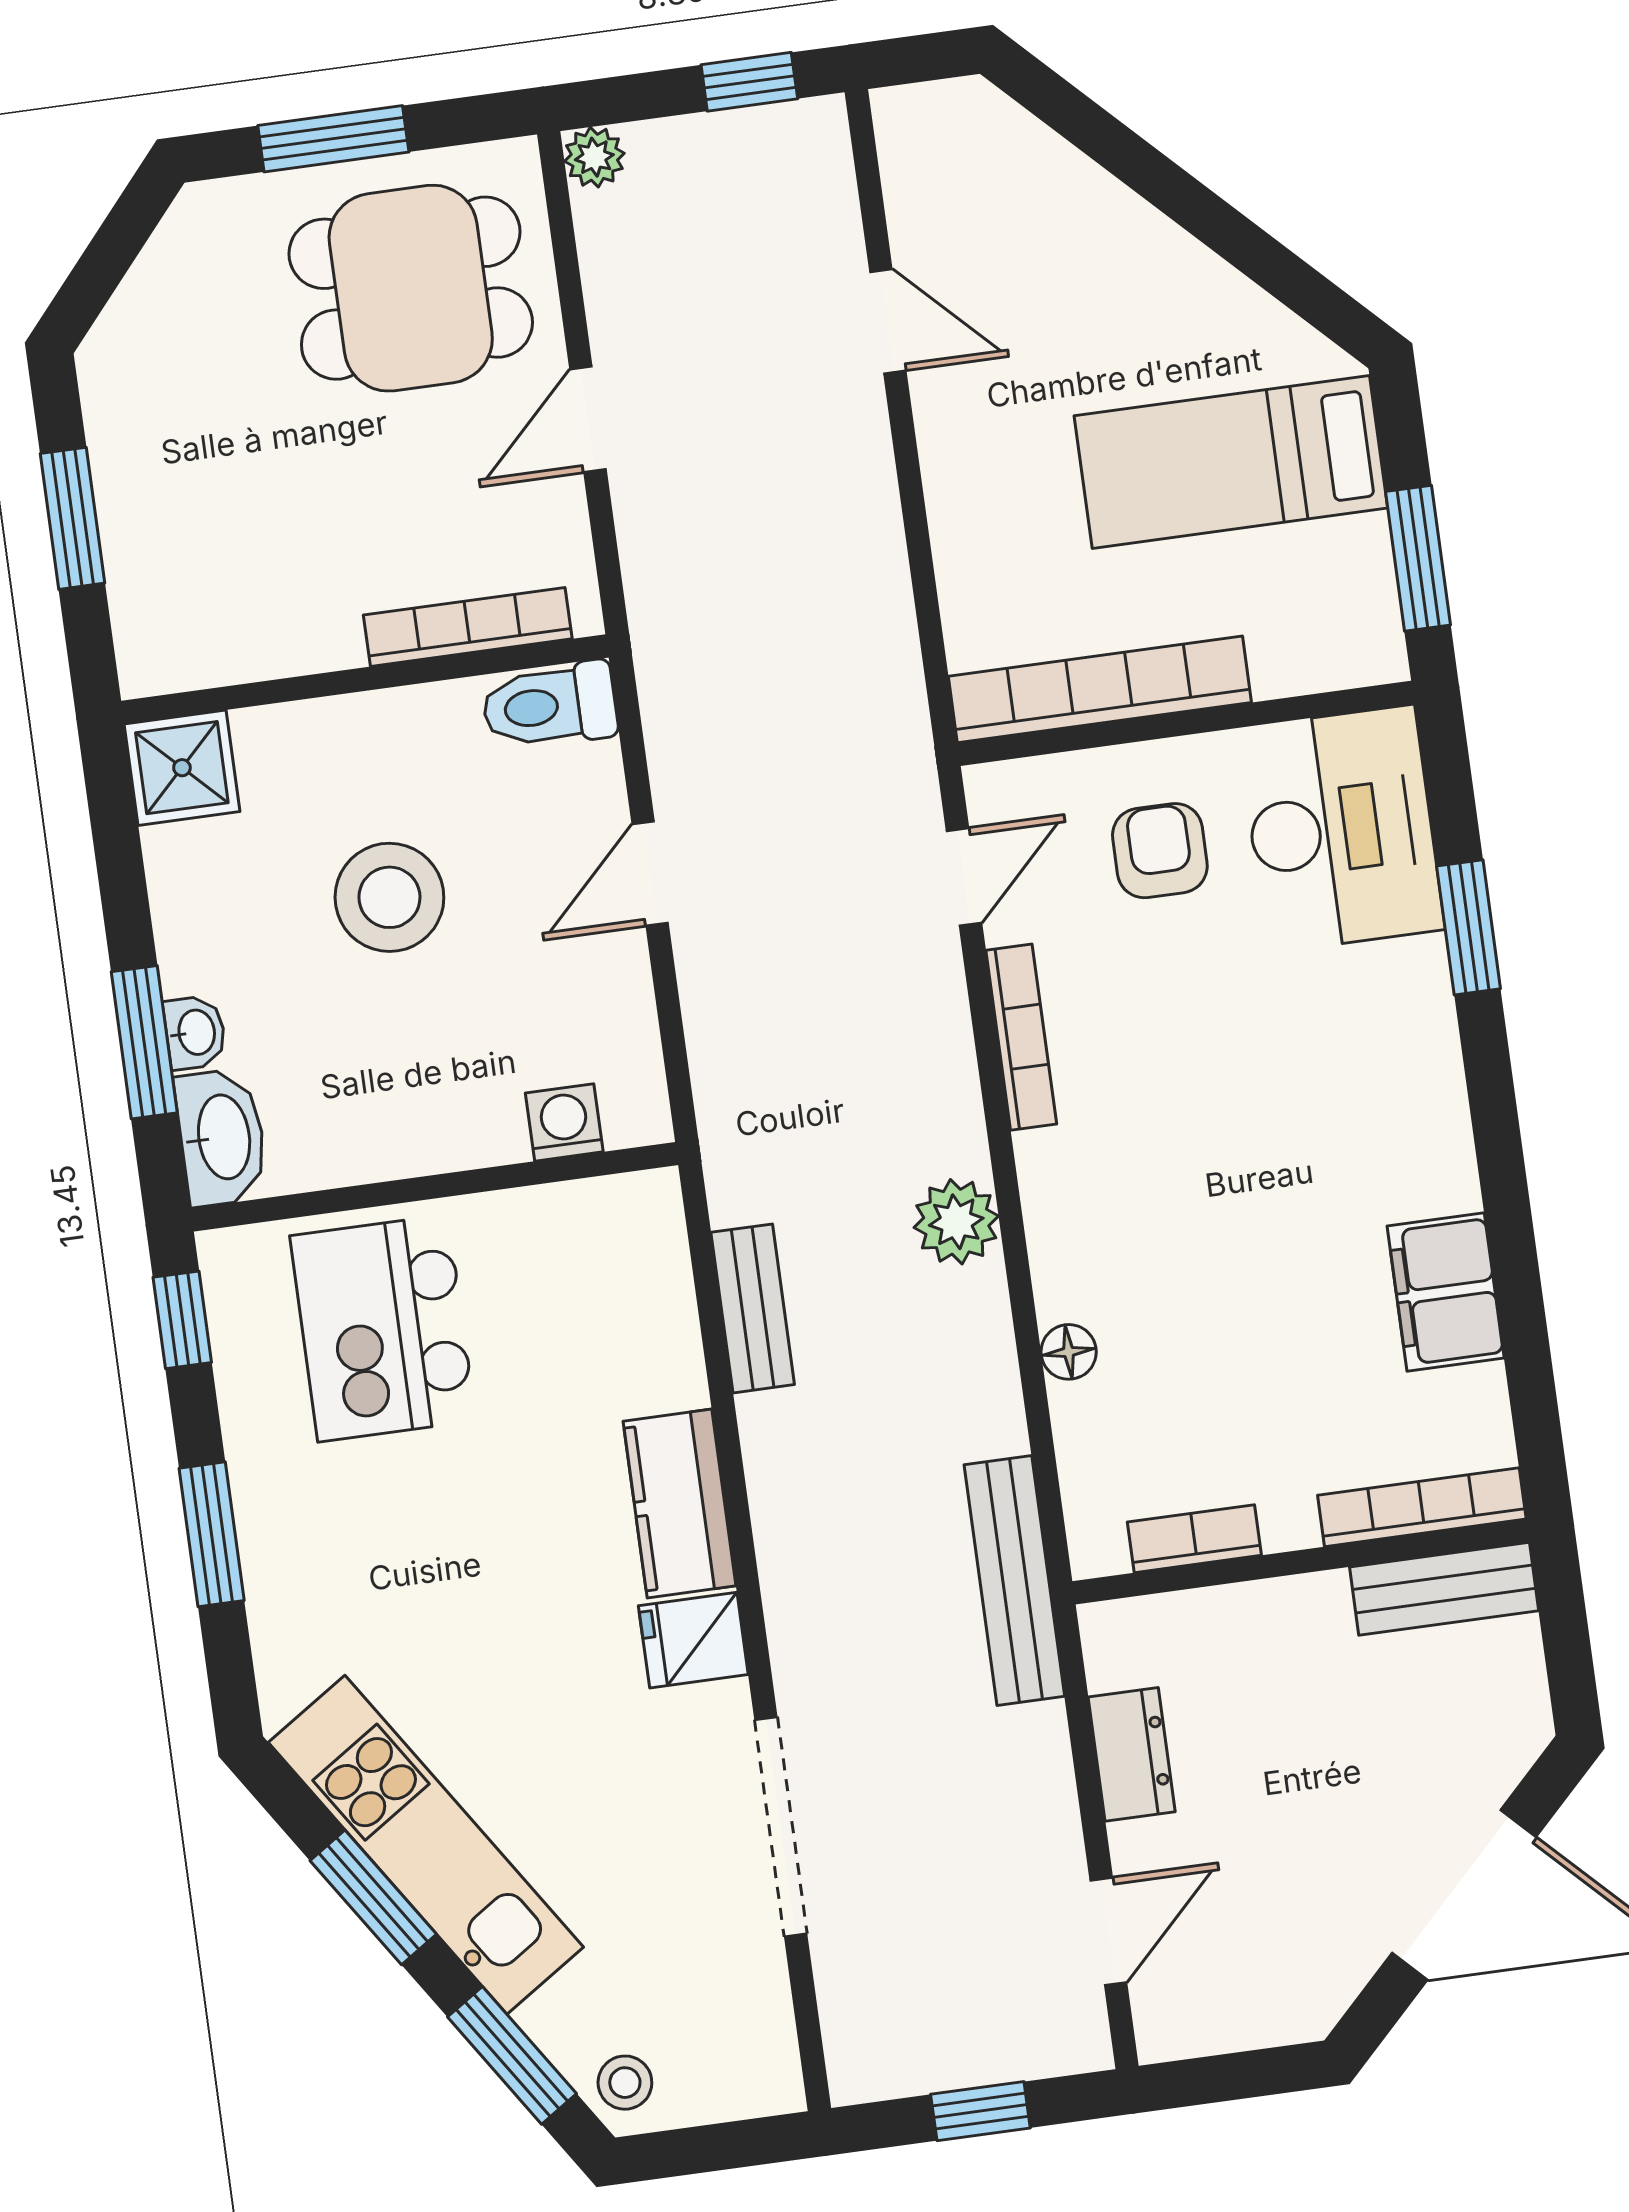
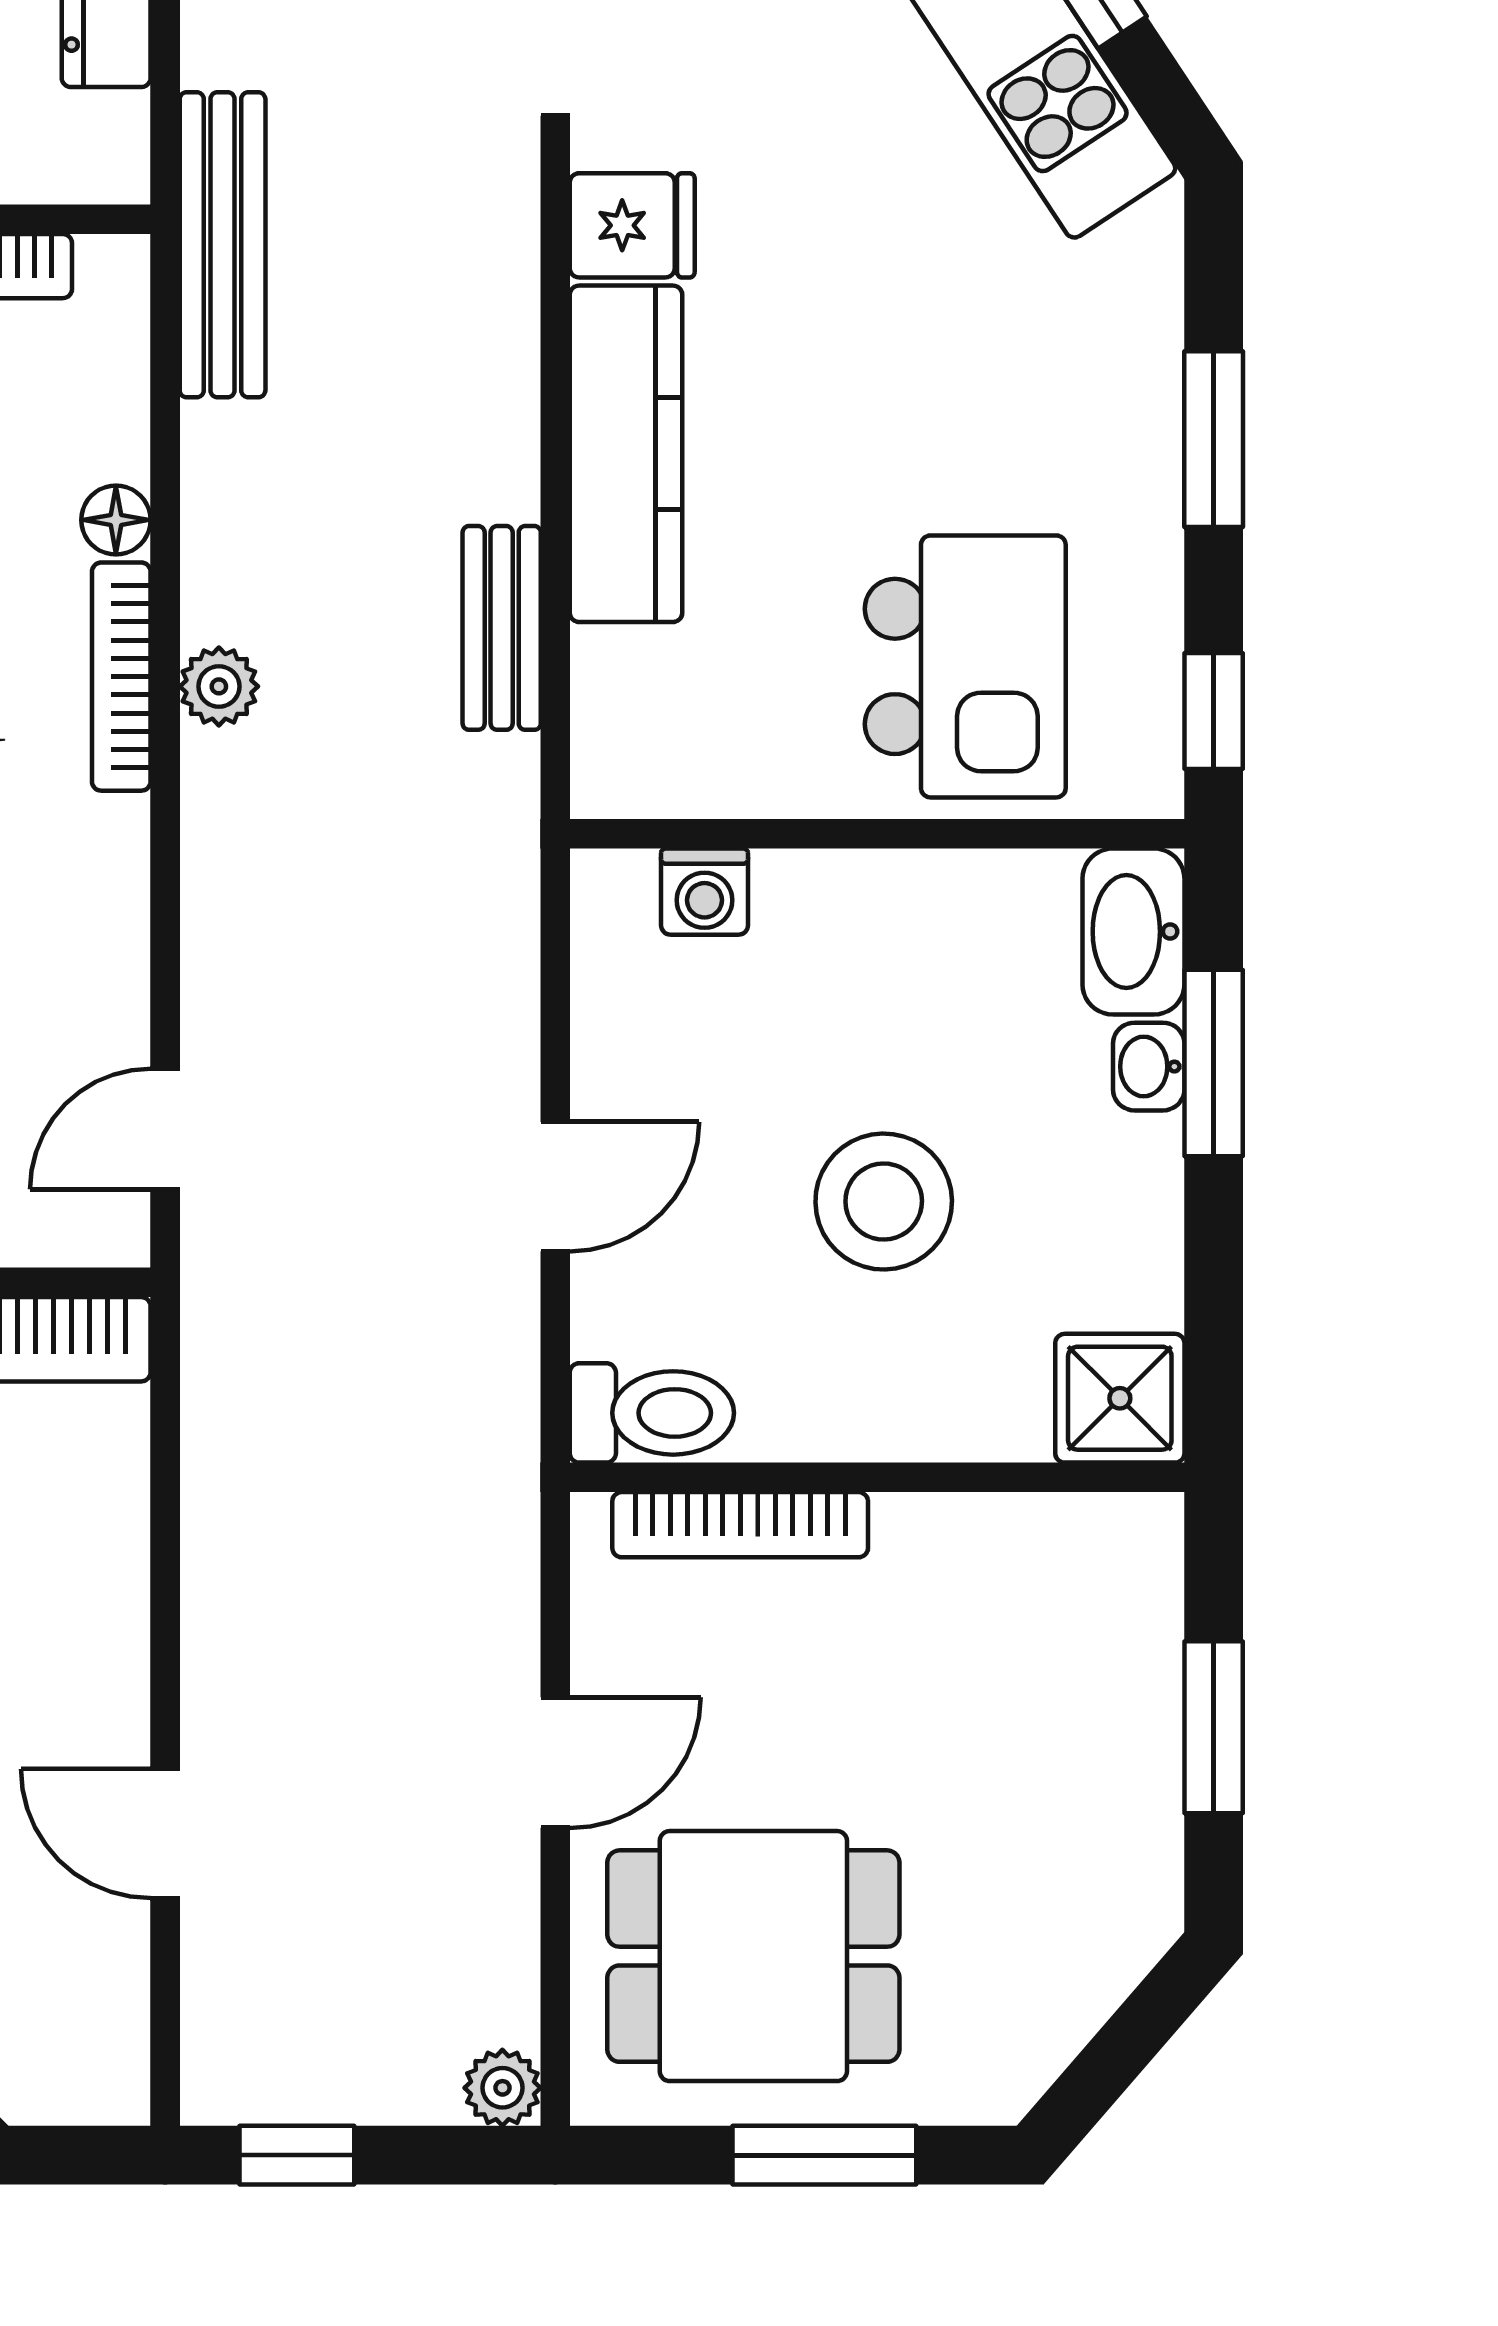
bookcase: (1021, 1037) -> (121, 677), moved
plant: (956, 1222) -> (219, 686), width x0.73, depth x0.73
kitchen counter: (680, 1504) -> (626, 454), width x1.50

